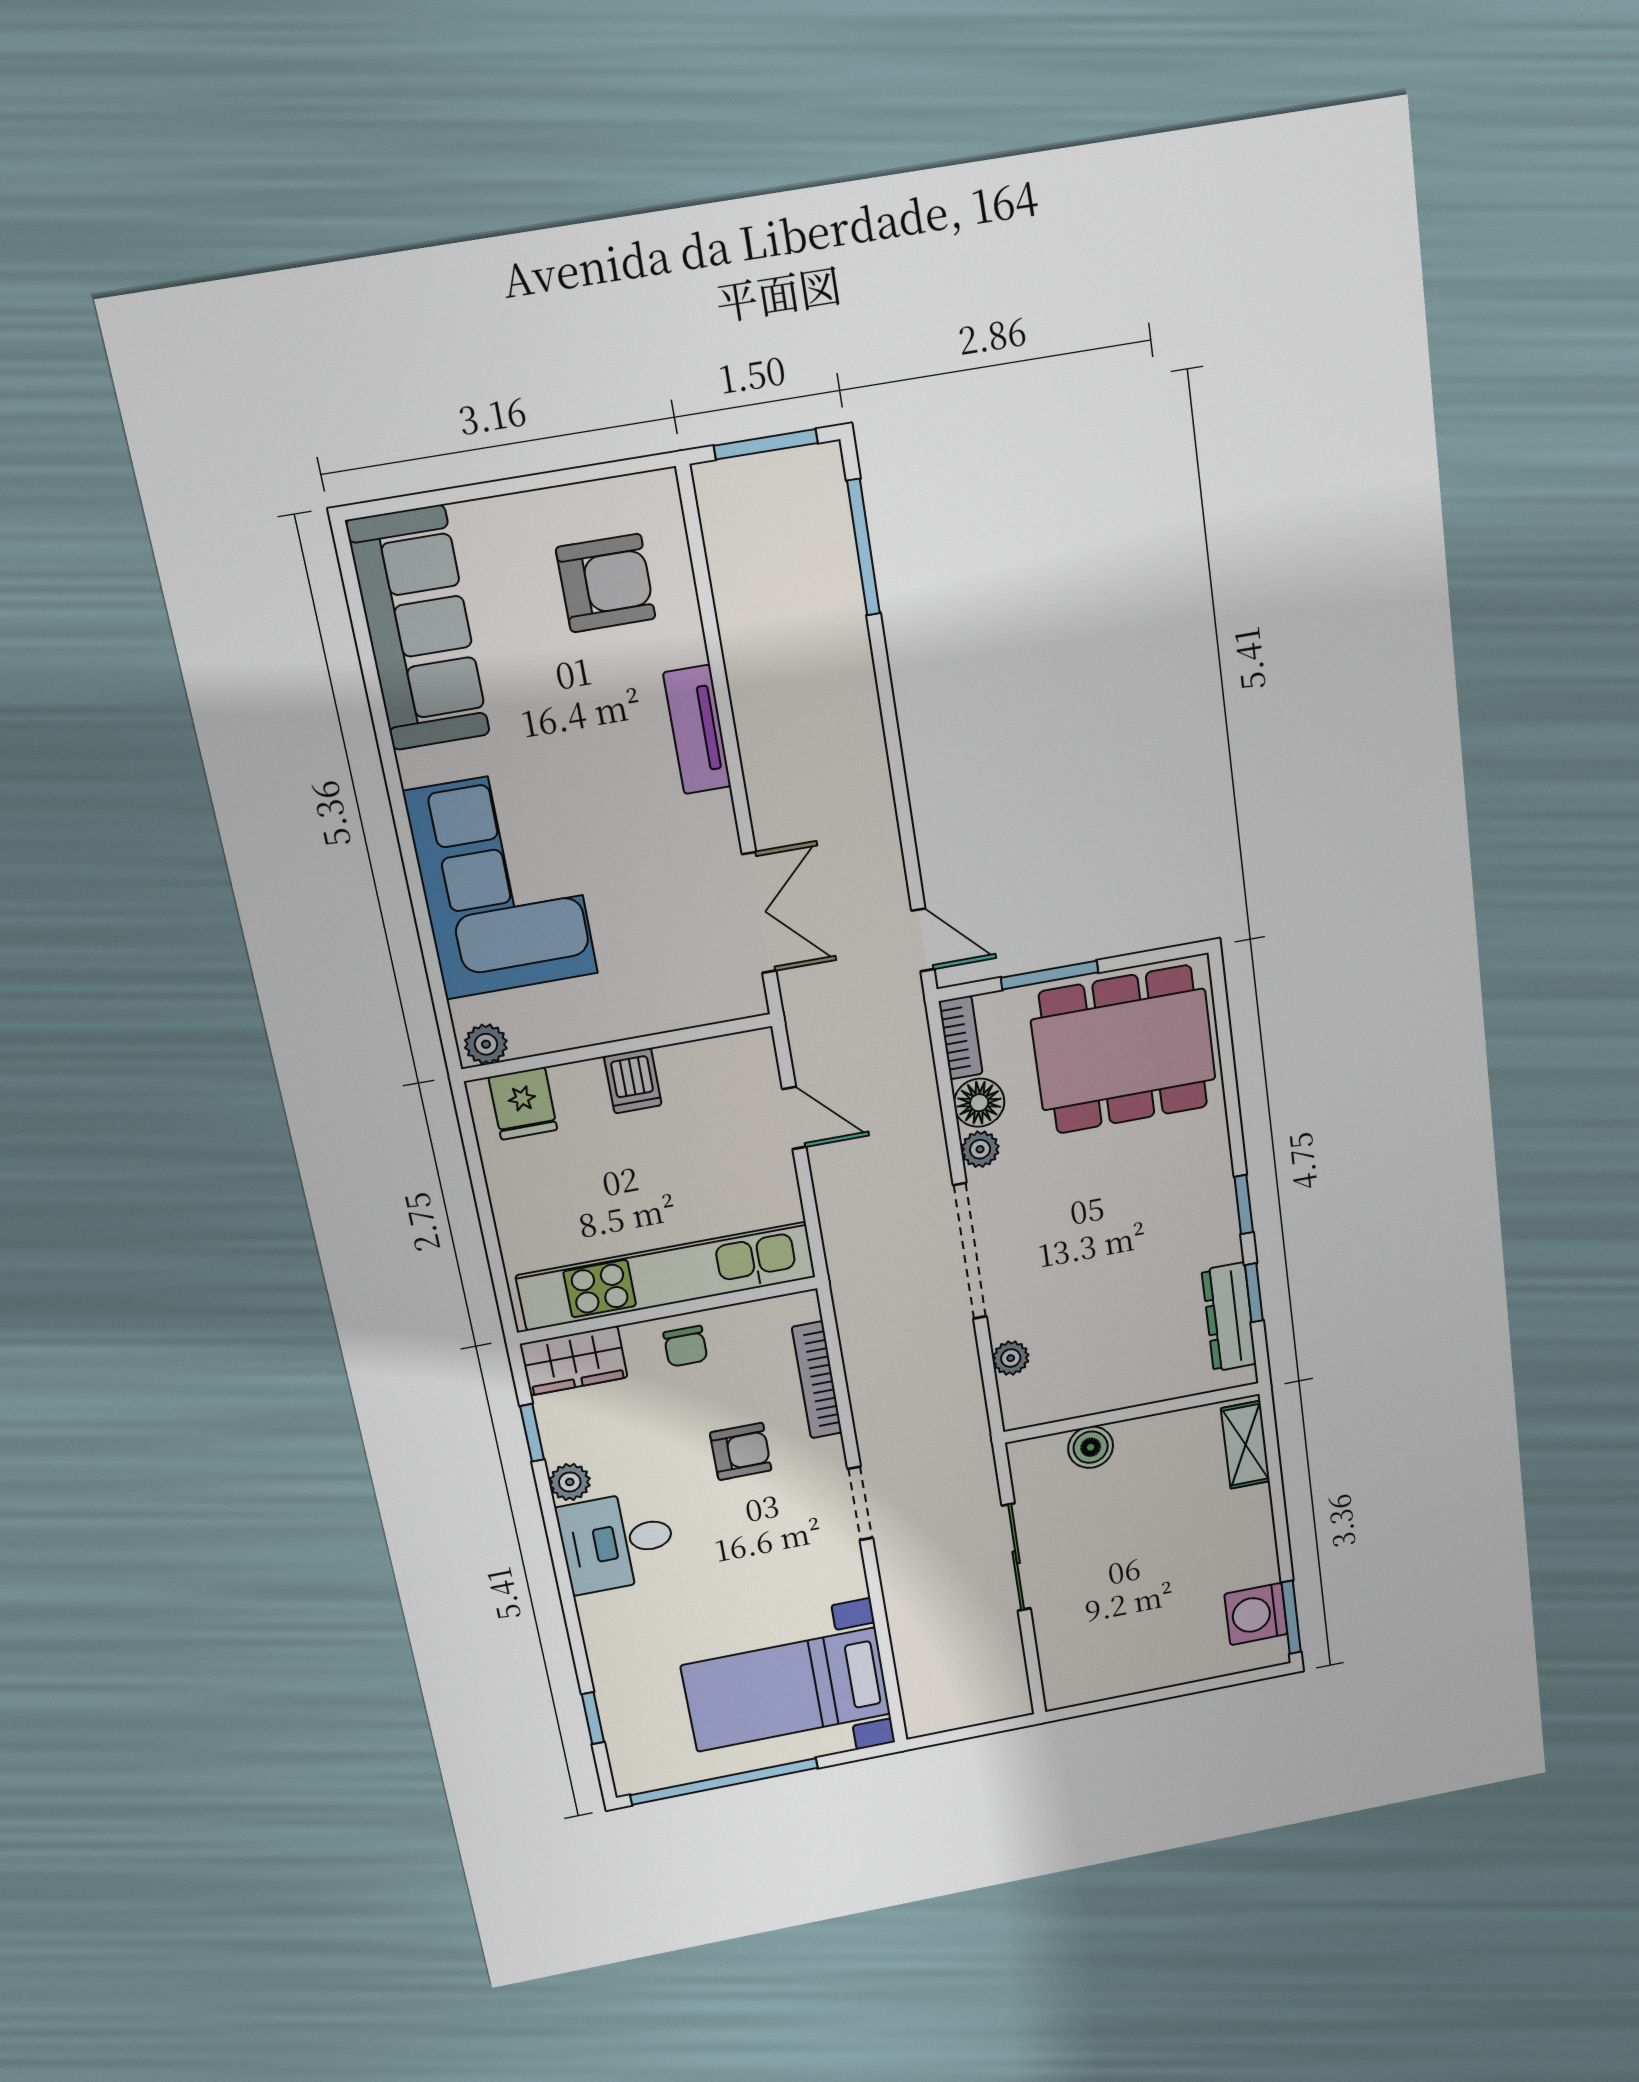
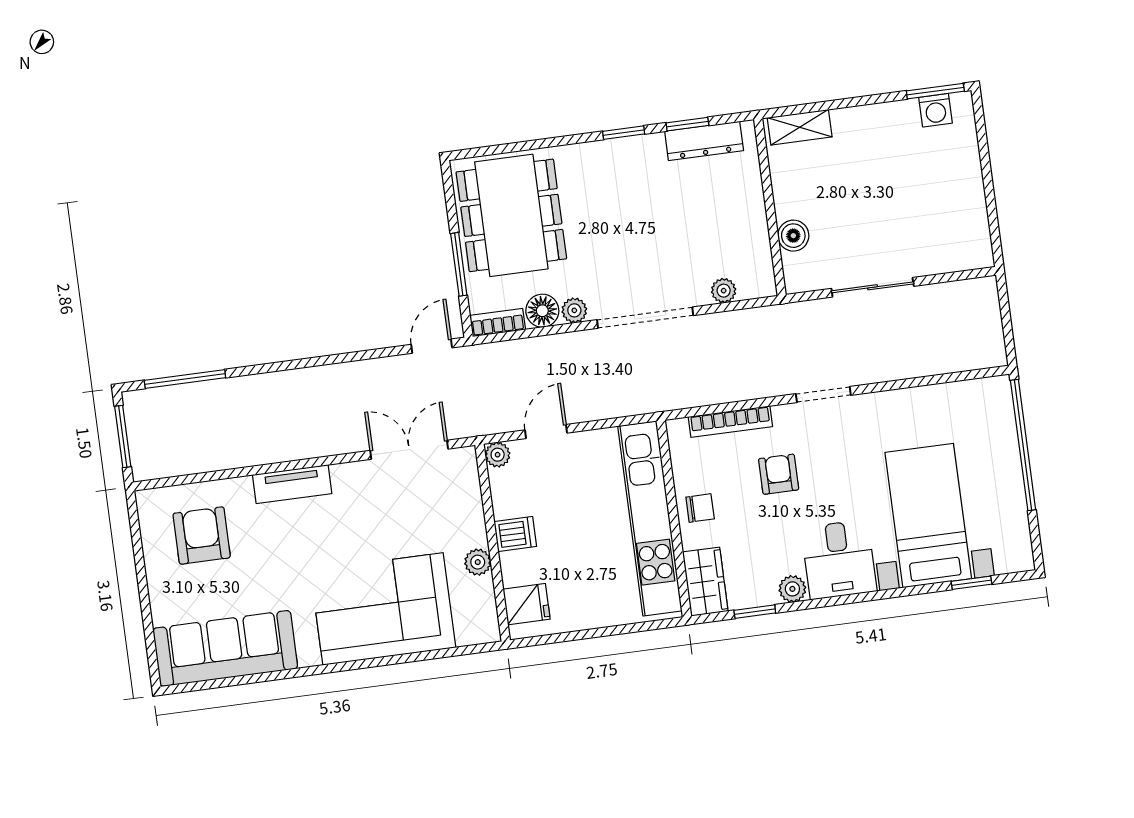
plant: (486, 1044) -> (478, 562), moved
plant: (756, 1048) -> (498, 455), added
washing machine: (1256, 1614) -> (936, 110), width x0.73, depth x0.73
bed with nightstands: (786, 1690) -> (928, 516), moved, turned 180
window: (724, 1781) -> (1023, 445), moved

